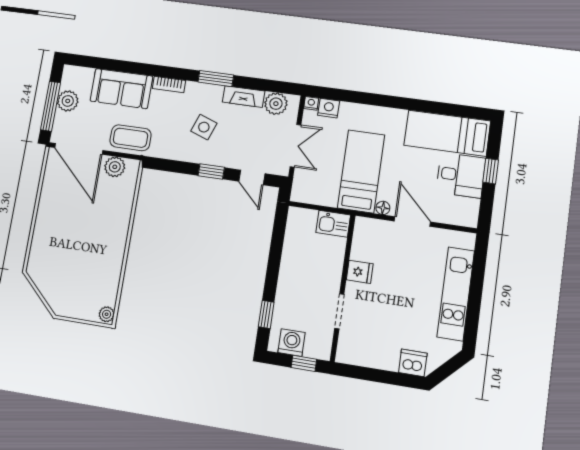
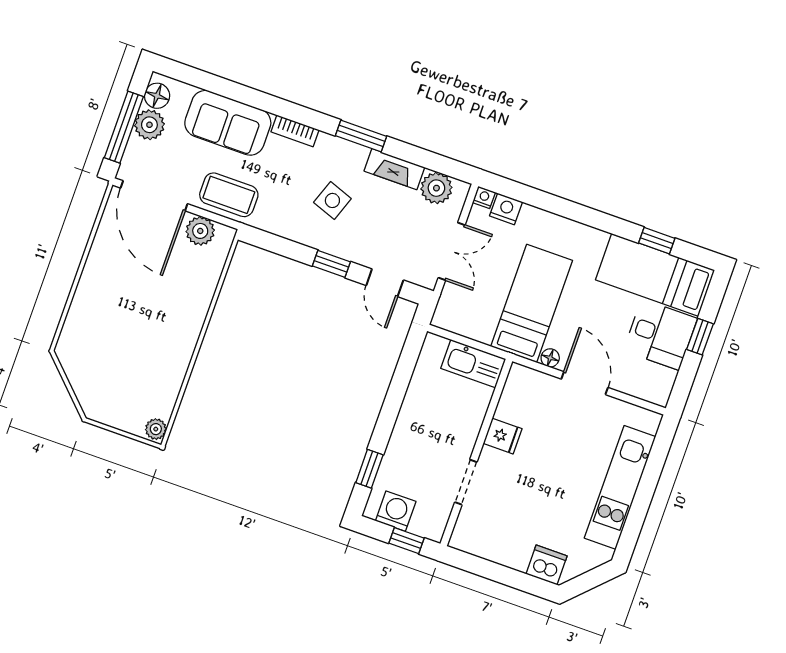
floor lamp: (70, 80) -> (157, 96), added
window: (443, 109) -> (657, 241), added
kitchen sink: (333, 224) -> (473, 364), width x1.38

